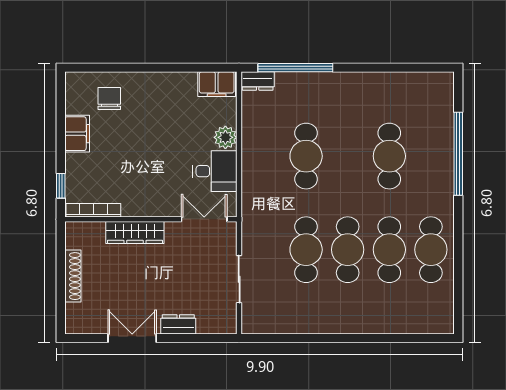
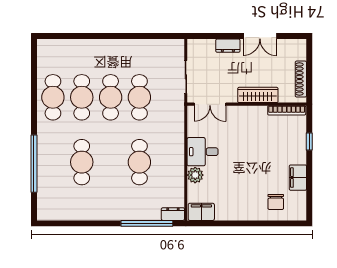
bookcase: (93, 210) -> (287, 110), moved
wall: (151, 219) -> (247, 104), moved
double door: (204, 219) -> (210, 104), moved
wardrobe: (135, 233) -> (258, 95), moved

